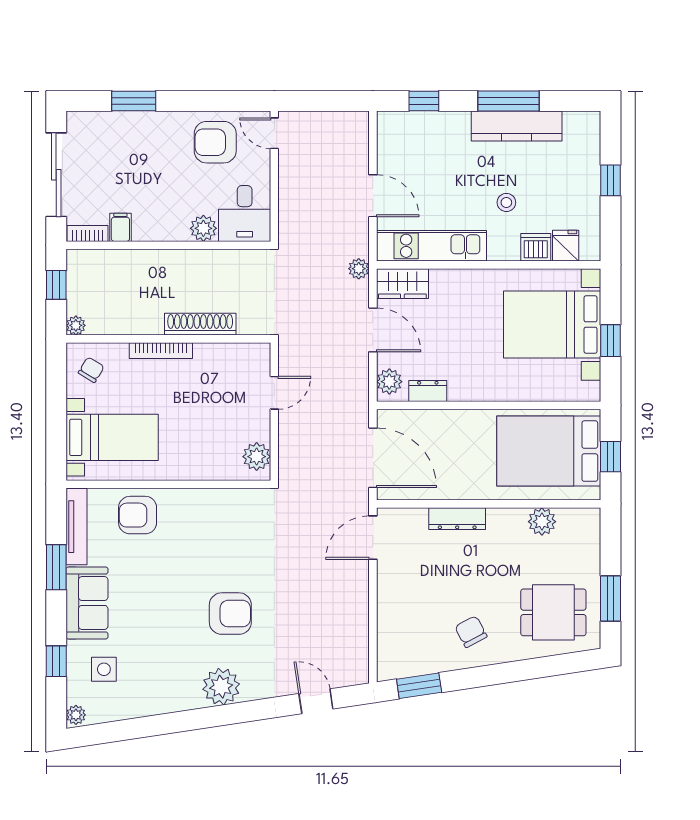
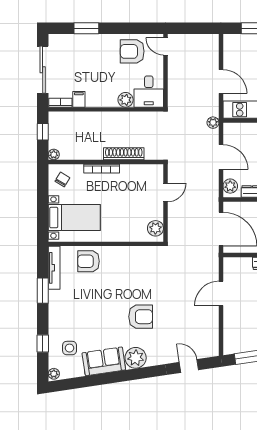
wardrobe: (402, 284) -> (238, 131), removed
door: (373, 538) -> (221, 293), moved
sofa: (87, 603) -> (104, 361), moved, turned -99

